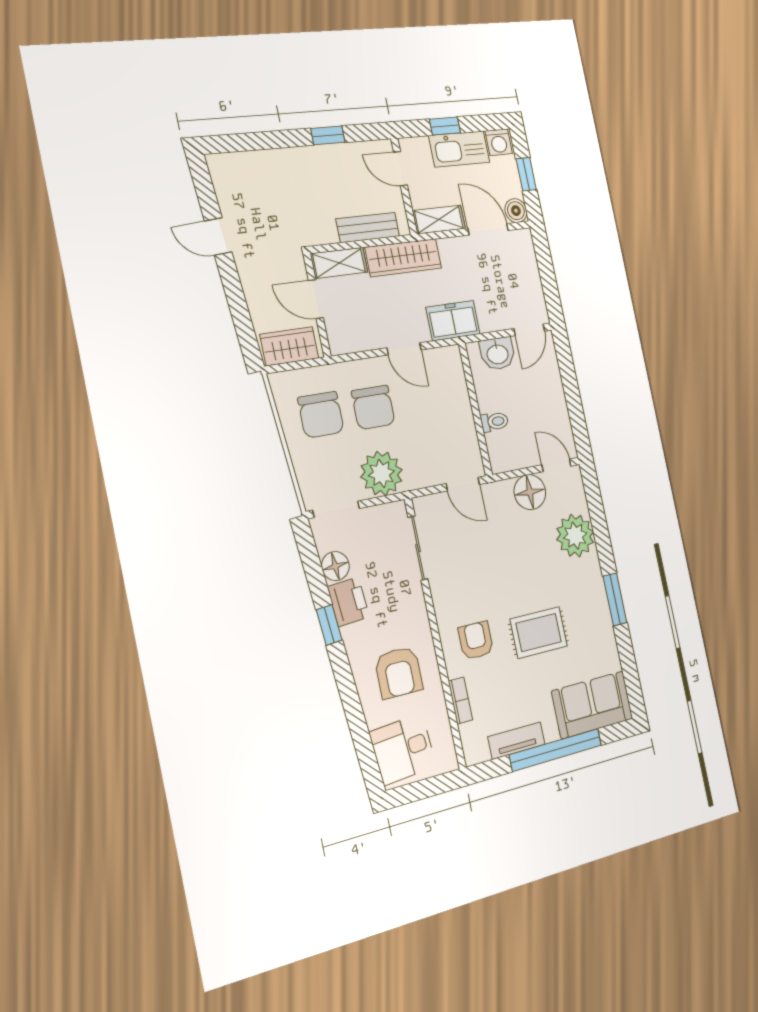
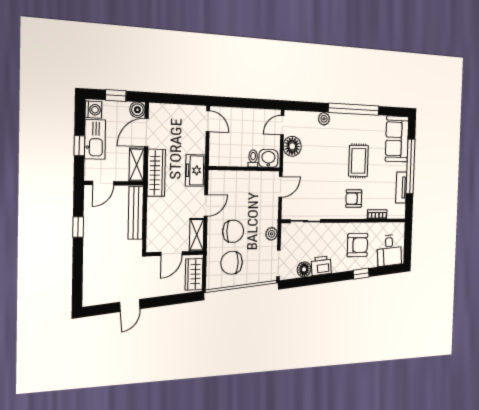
bench: (368, 228) -> (136, 213), width x1.36
wardrobe: (403, 258) -> (156, 173), moved
shelving: (339, 263) -> (197, 235), moved
washbasin: (497, 354) -> (268, 158), moved, turned -90
chair: (321, 415) -> (232, 263), turned 180
plant: (381, 473) -> (272, 234), width x0.53, depth x0.53
plant: (575, 536) -> (324, 119), width x0.53, depth x0.53
window: (615, 599) -> (354, 109), width x2.11
window: (329, 625) -> (361, 274), moved

